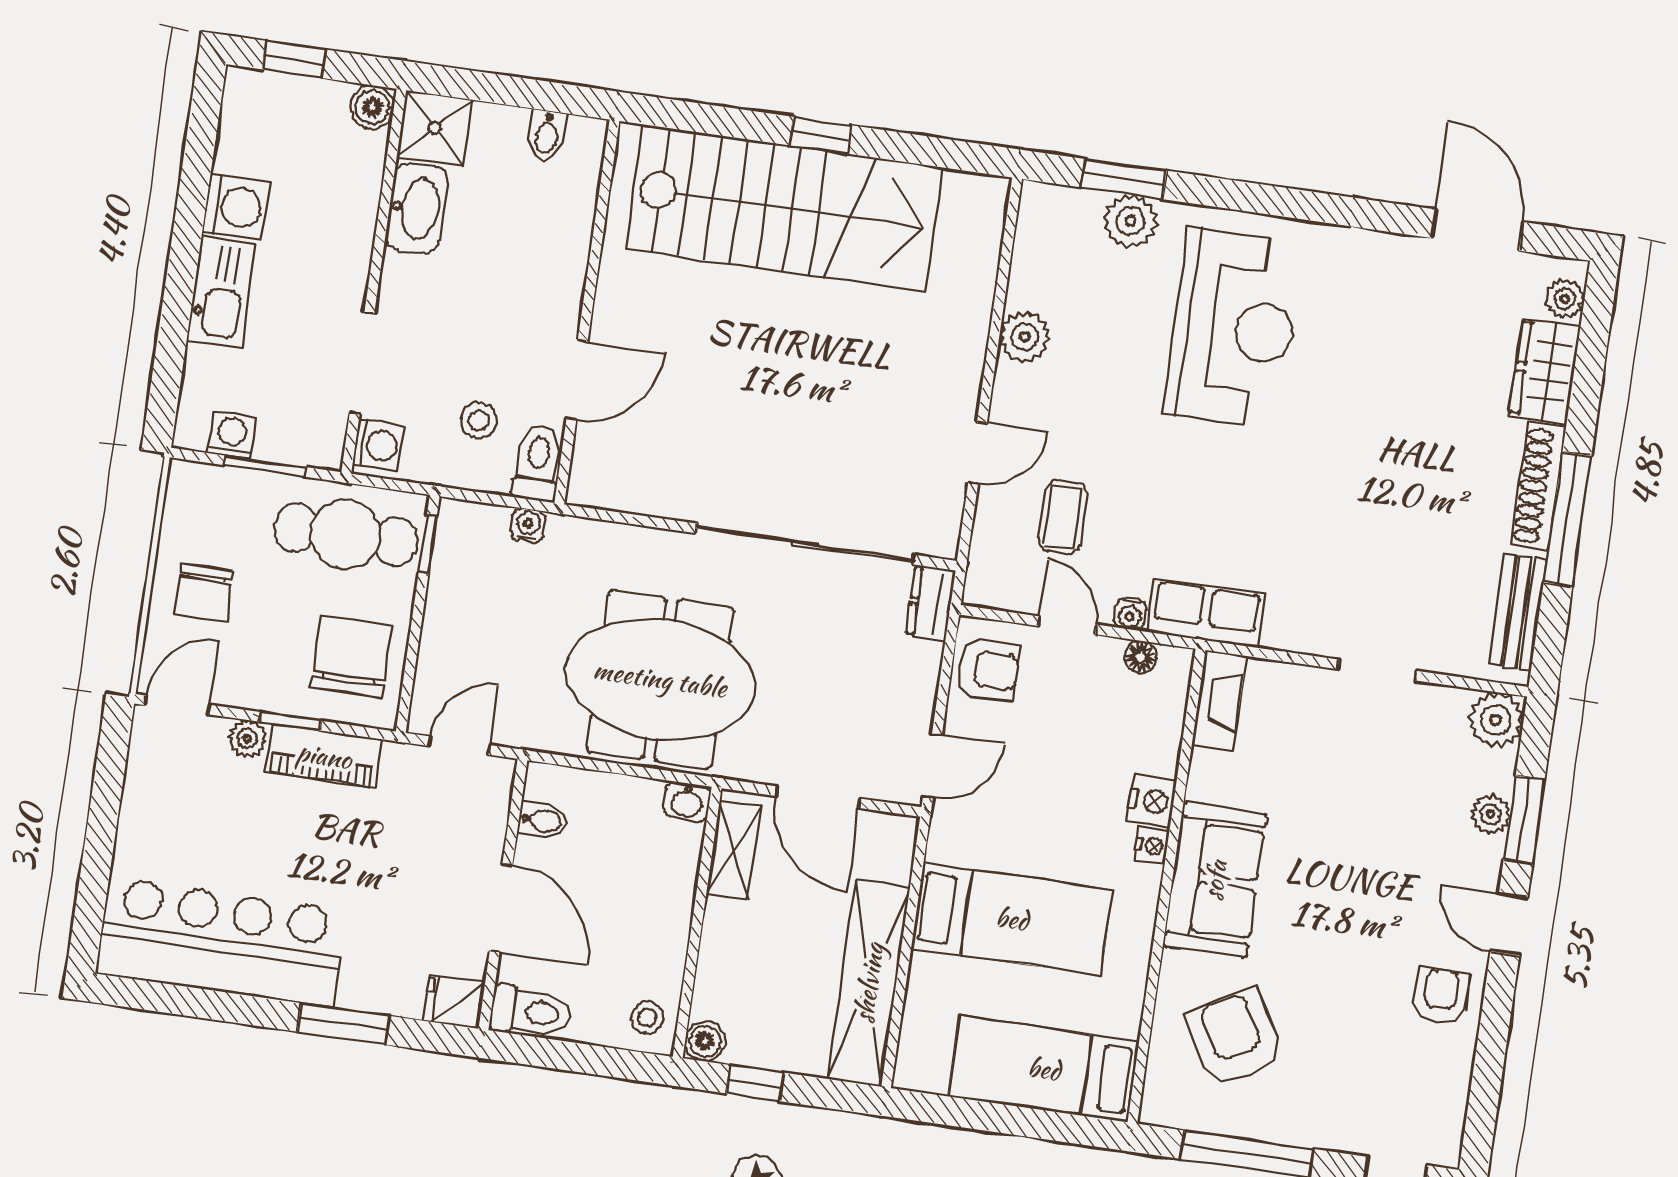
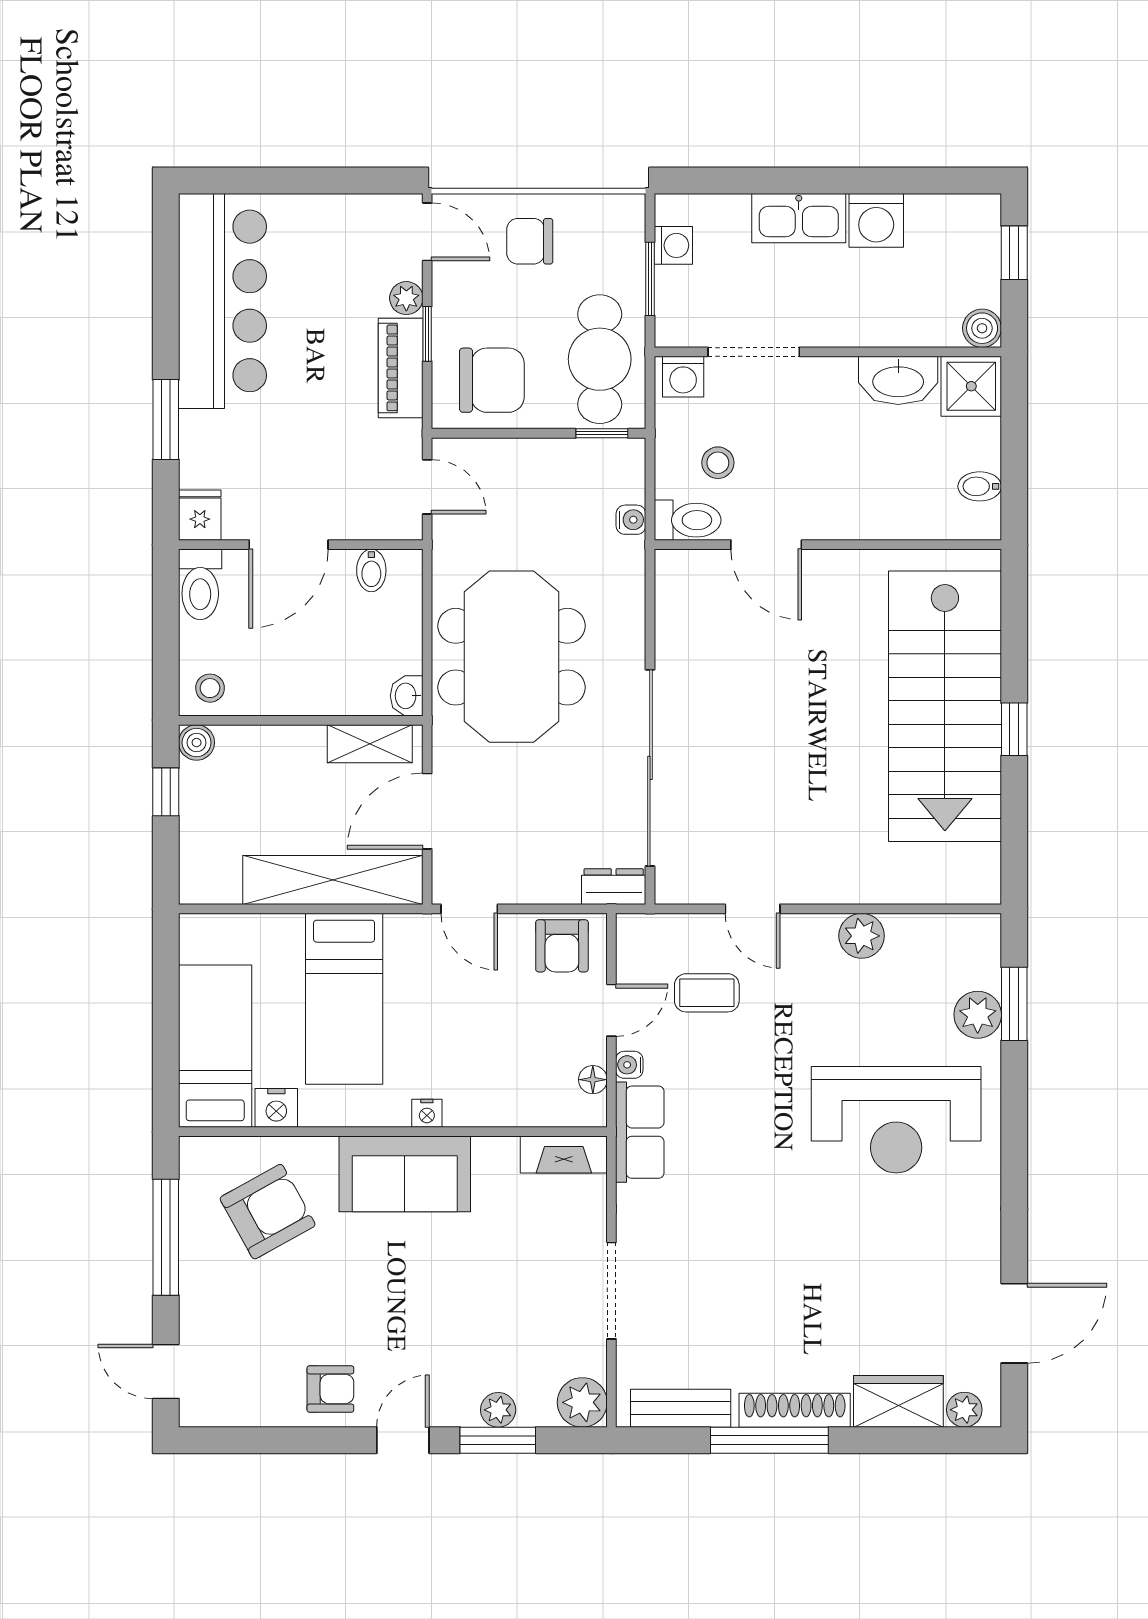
doorway: (1377, 670) -> (611, 1291), width x1.38
nightstand: (1152, 801) -> (276, 1108), moved
shelving: (869, 983) -> (333, 880), moved

